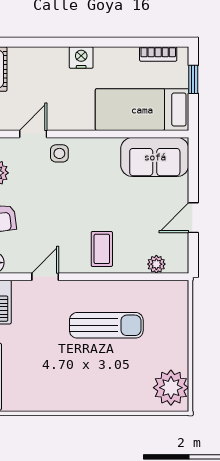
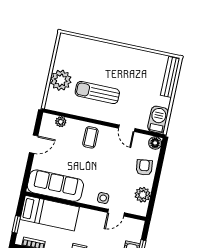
sofa: (155, 157) -> (55, 186), width x1.36
door: (45, 277) -> (127, 128), hinge flipped
plant: (171, 388) -> (61, 80), moved

